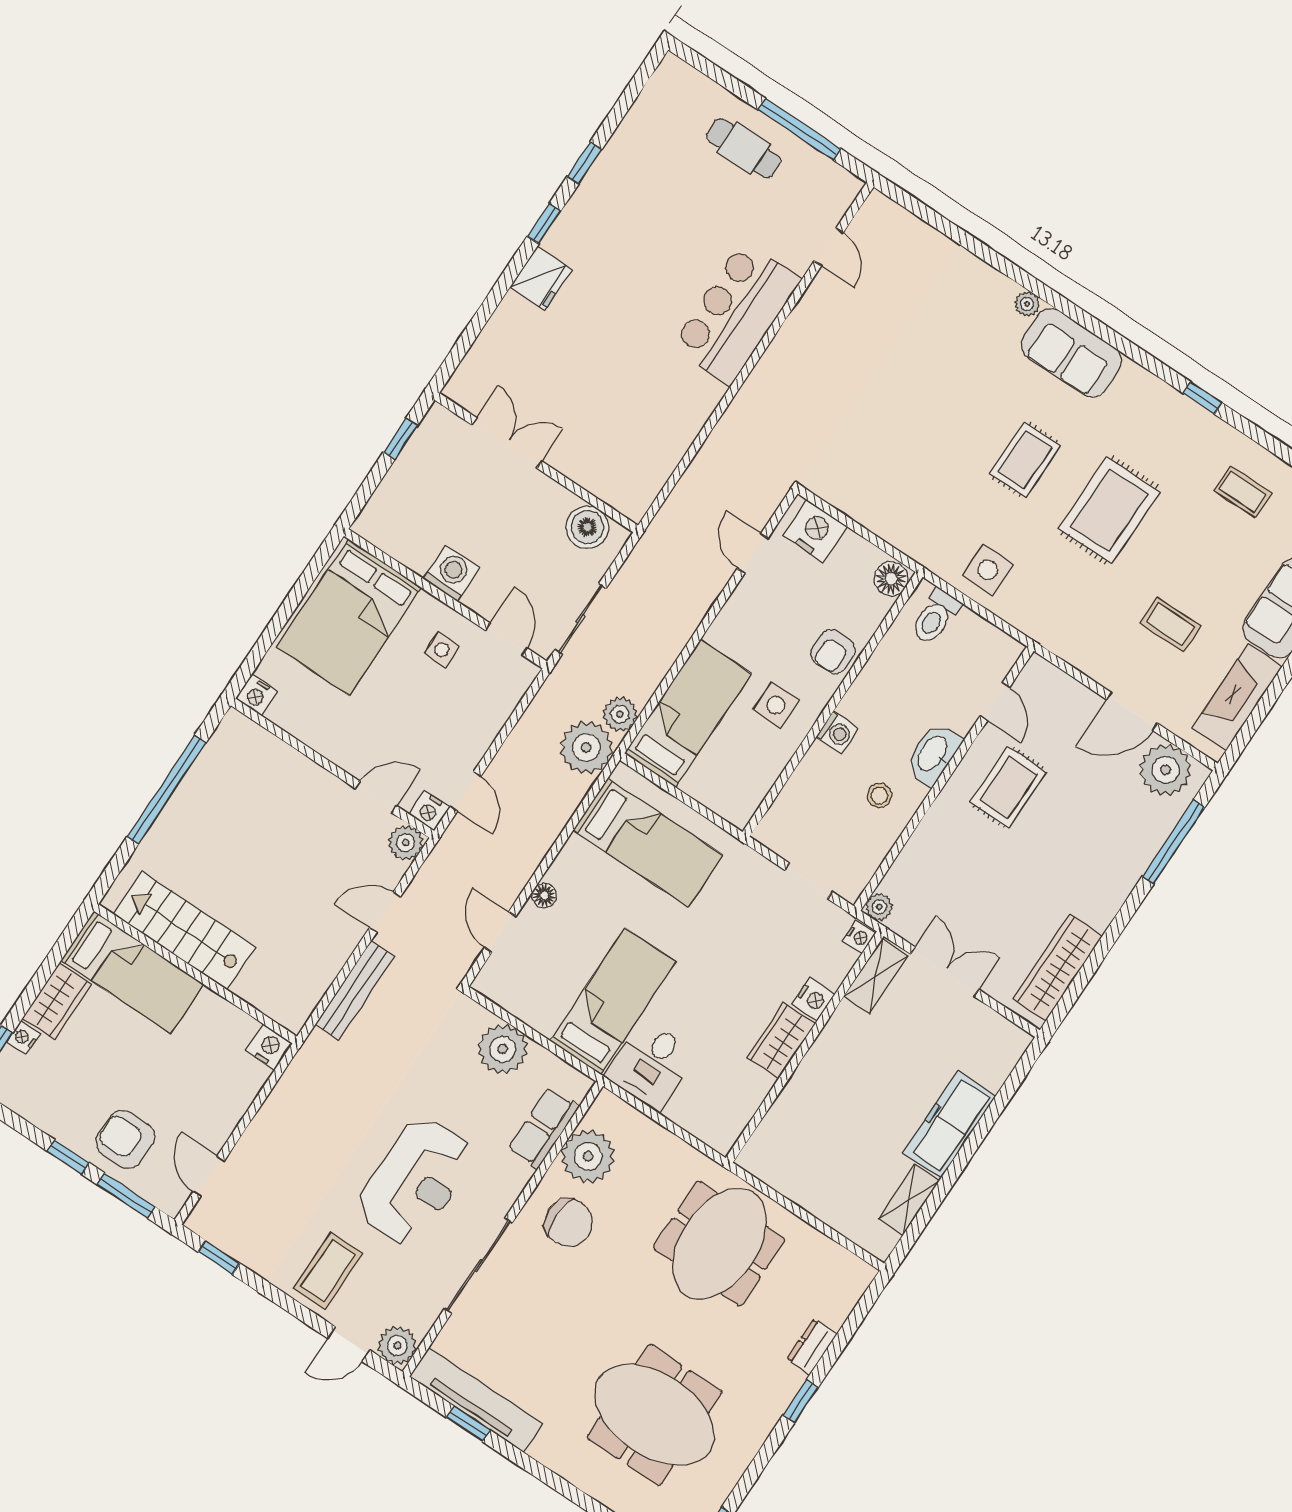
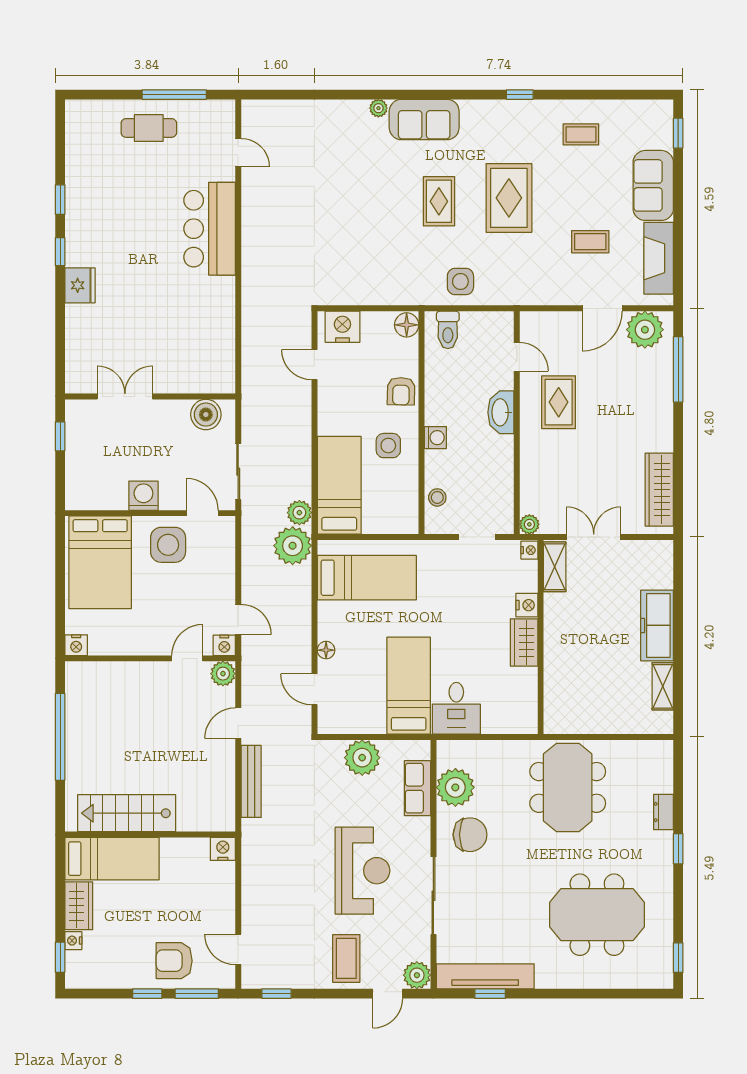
side table: (442, 650) -> (168, 545), width x1.87, depth x1.87
stool: (879, 796) -> (437, 497), moved

